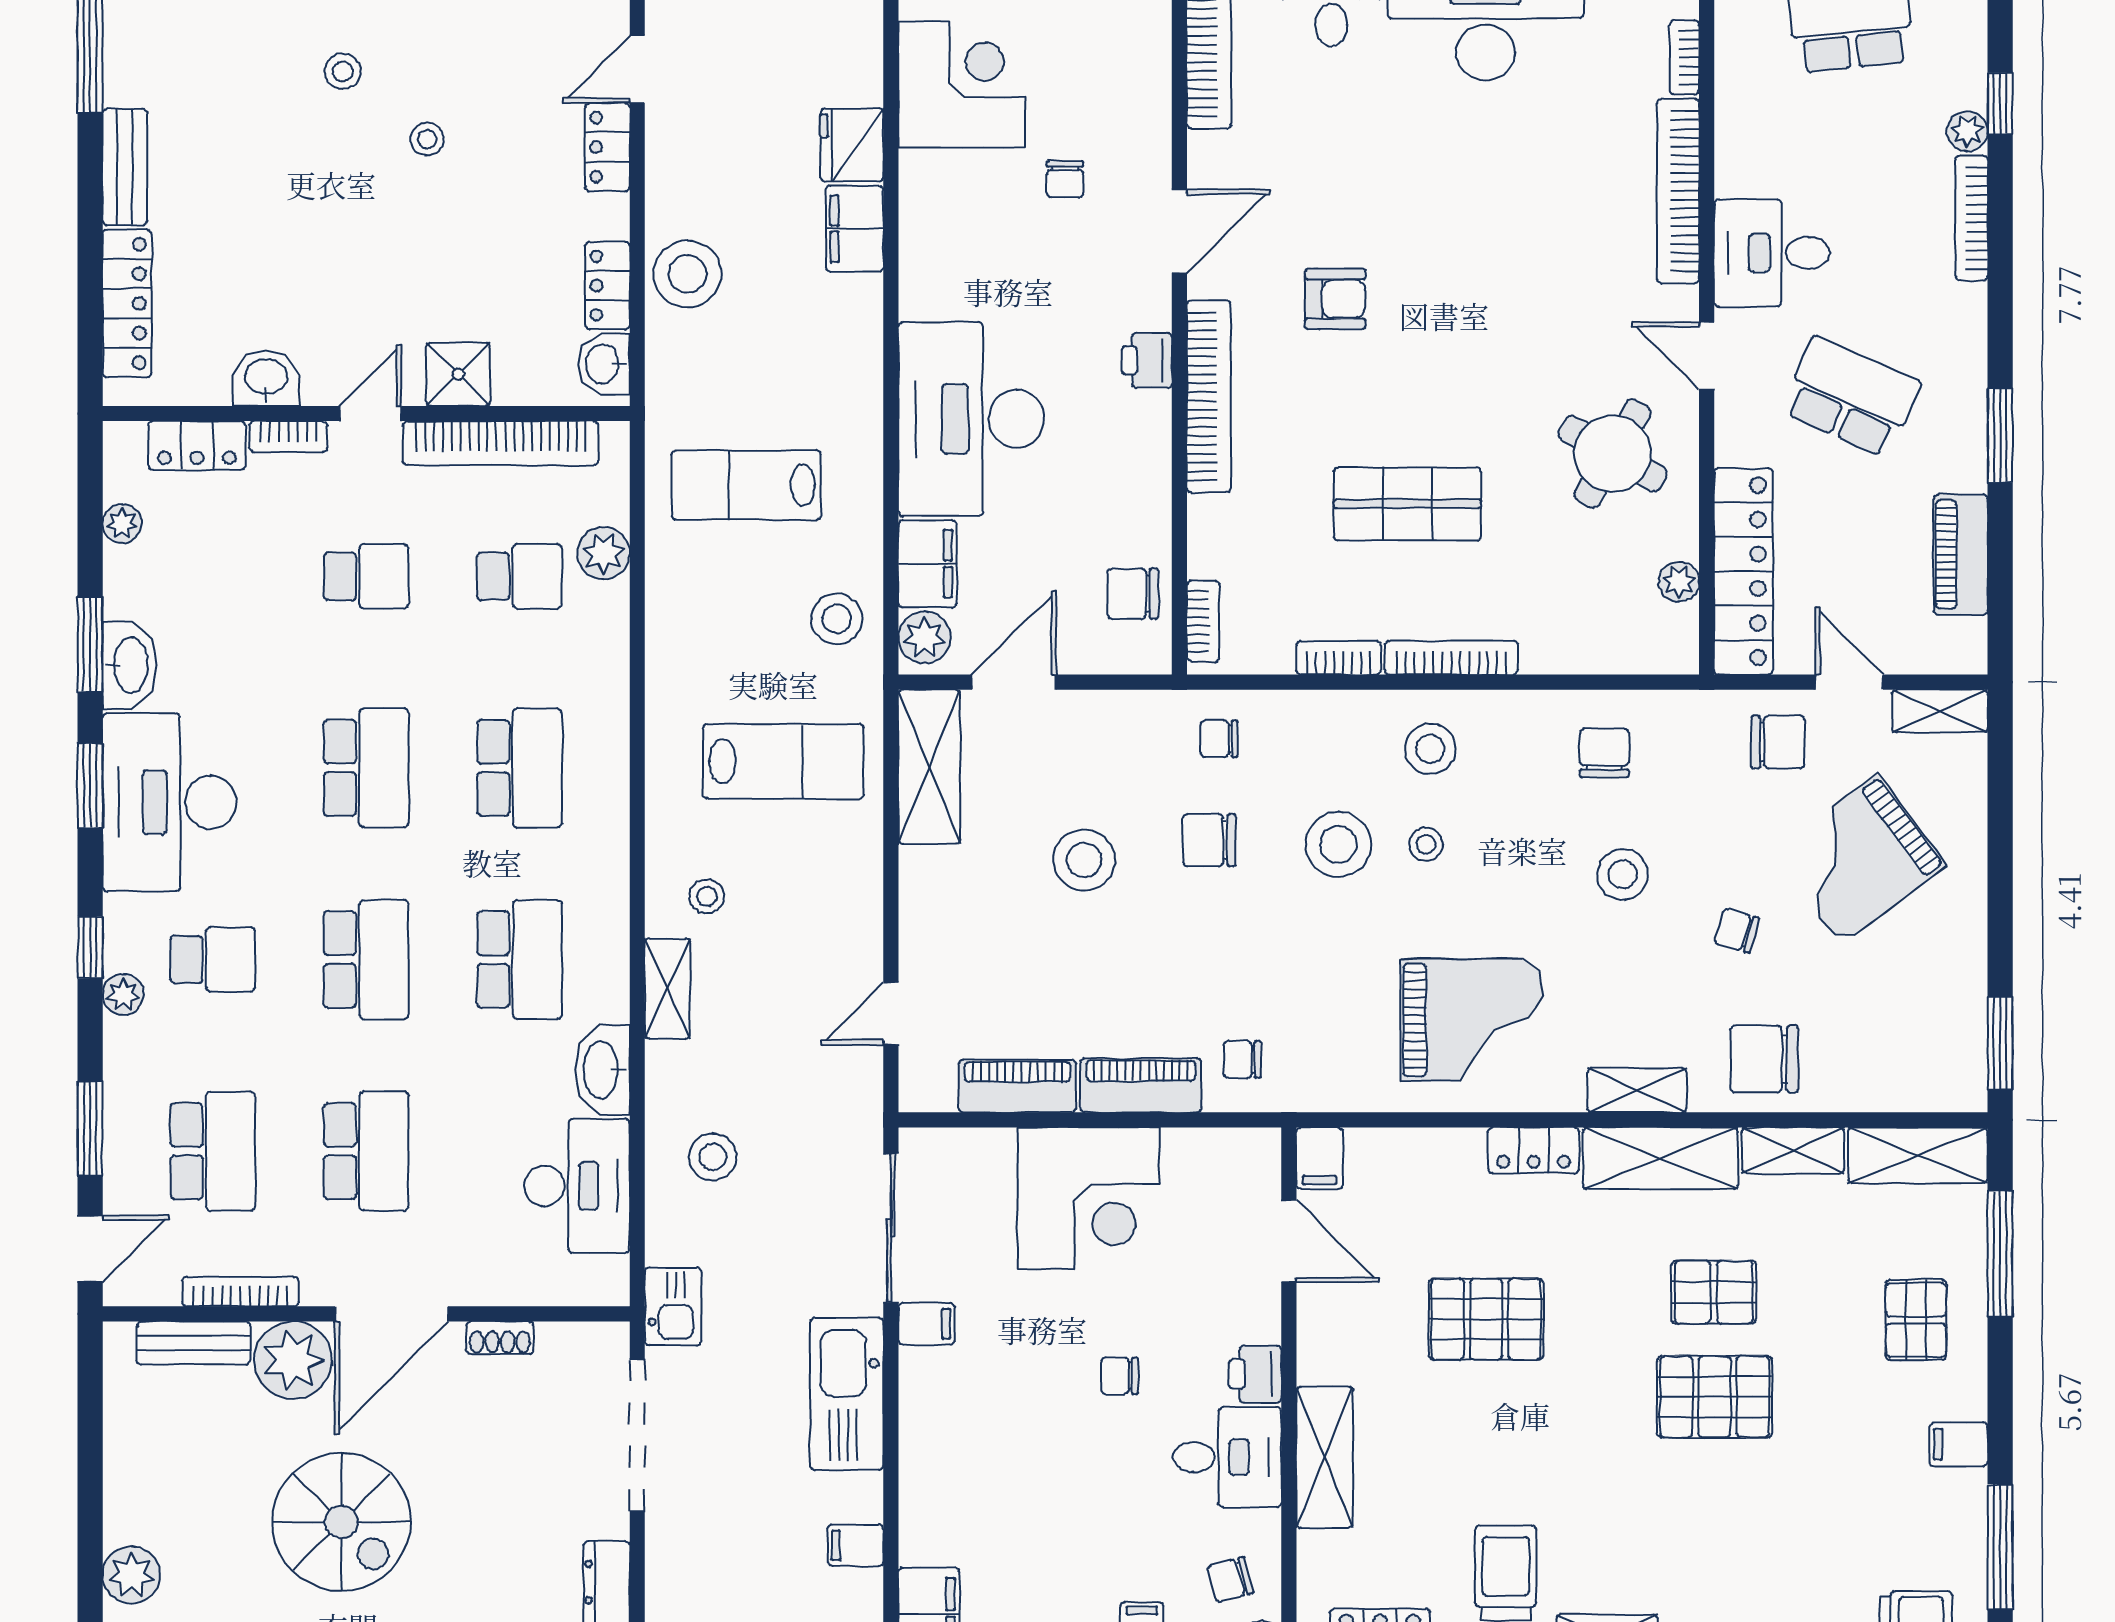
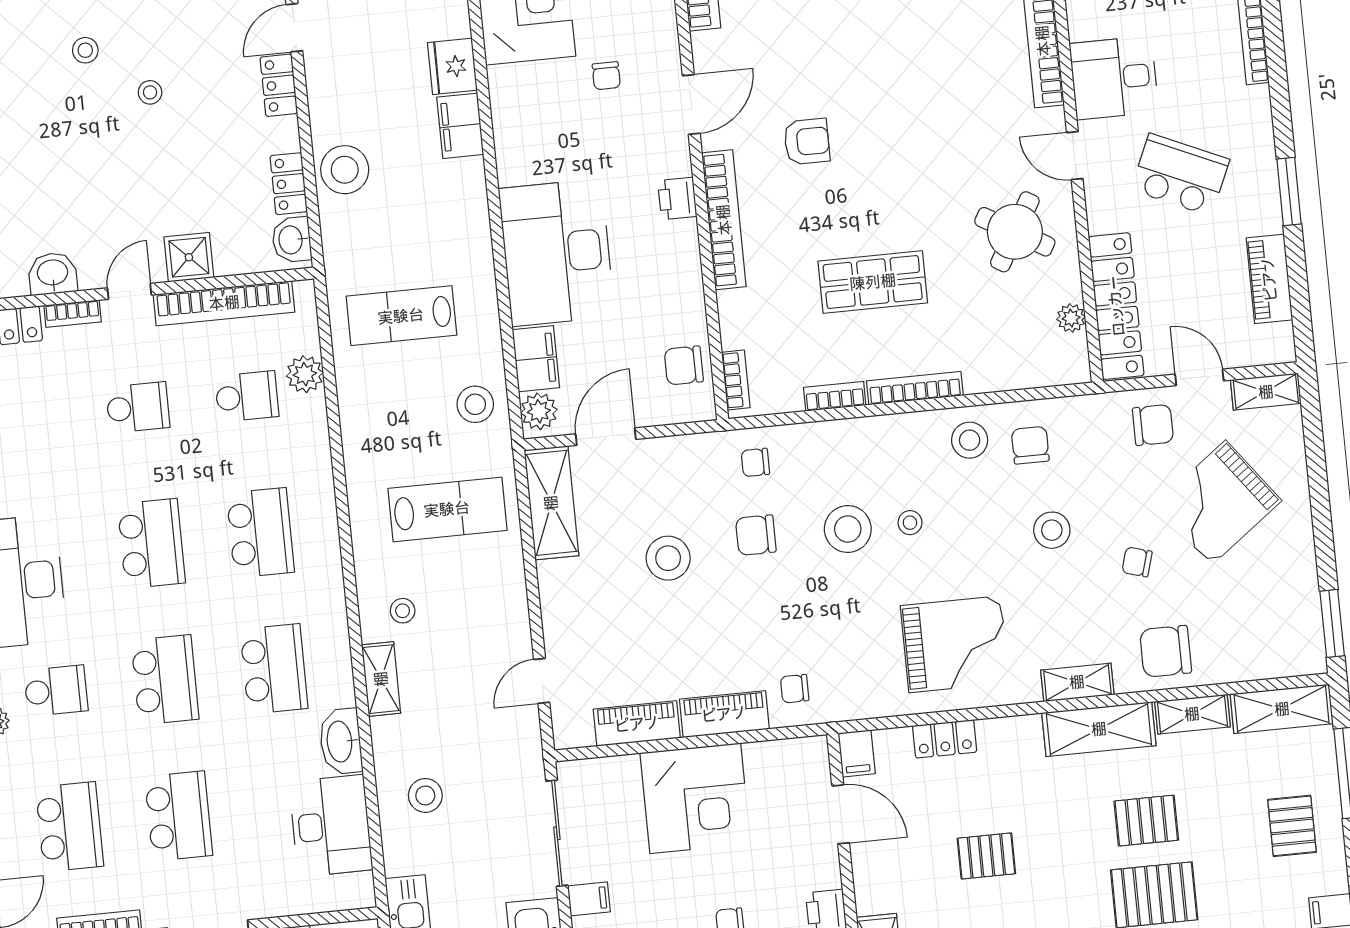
stool: (1430, 749) -> (970, 440), moved
locker: (1534, 1150) -> (945, 739), moved
pallet: (1486, 1319) -> (986, 856), width x0.67, depth x0.71

